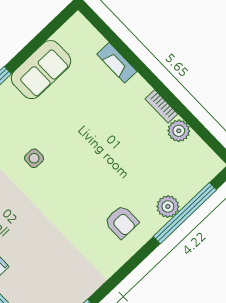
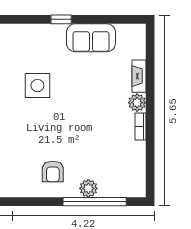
plant: (179, 131) -> (137, 103), moved
side table: (34, 158) -> (37, 86), width x1.87, depth x1.87

